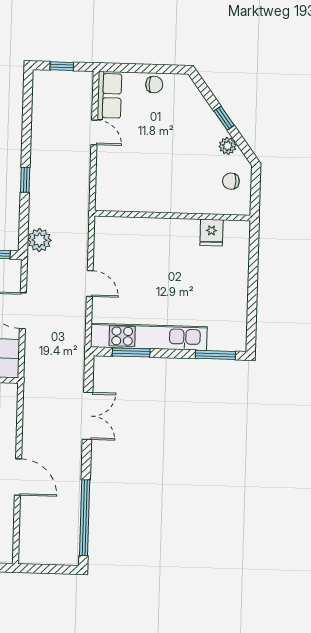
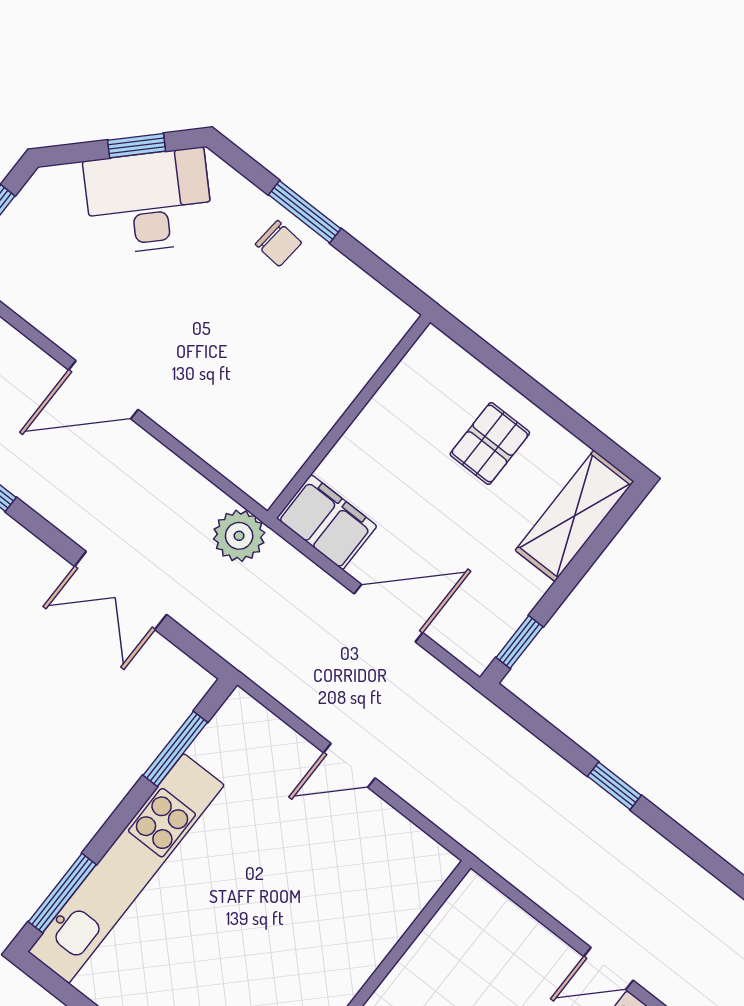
plant: (39, 240) -> (239, 536), moved
kitchen unit: (149, 337) -> (126, 868), moved

